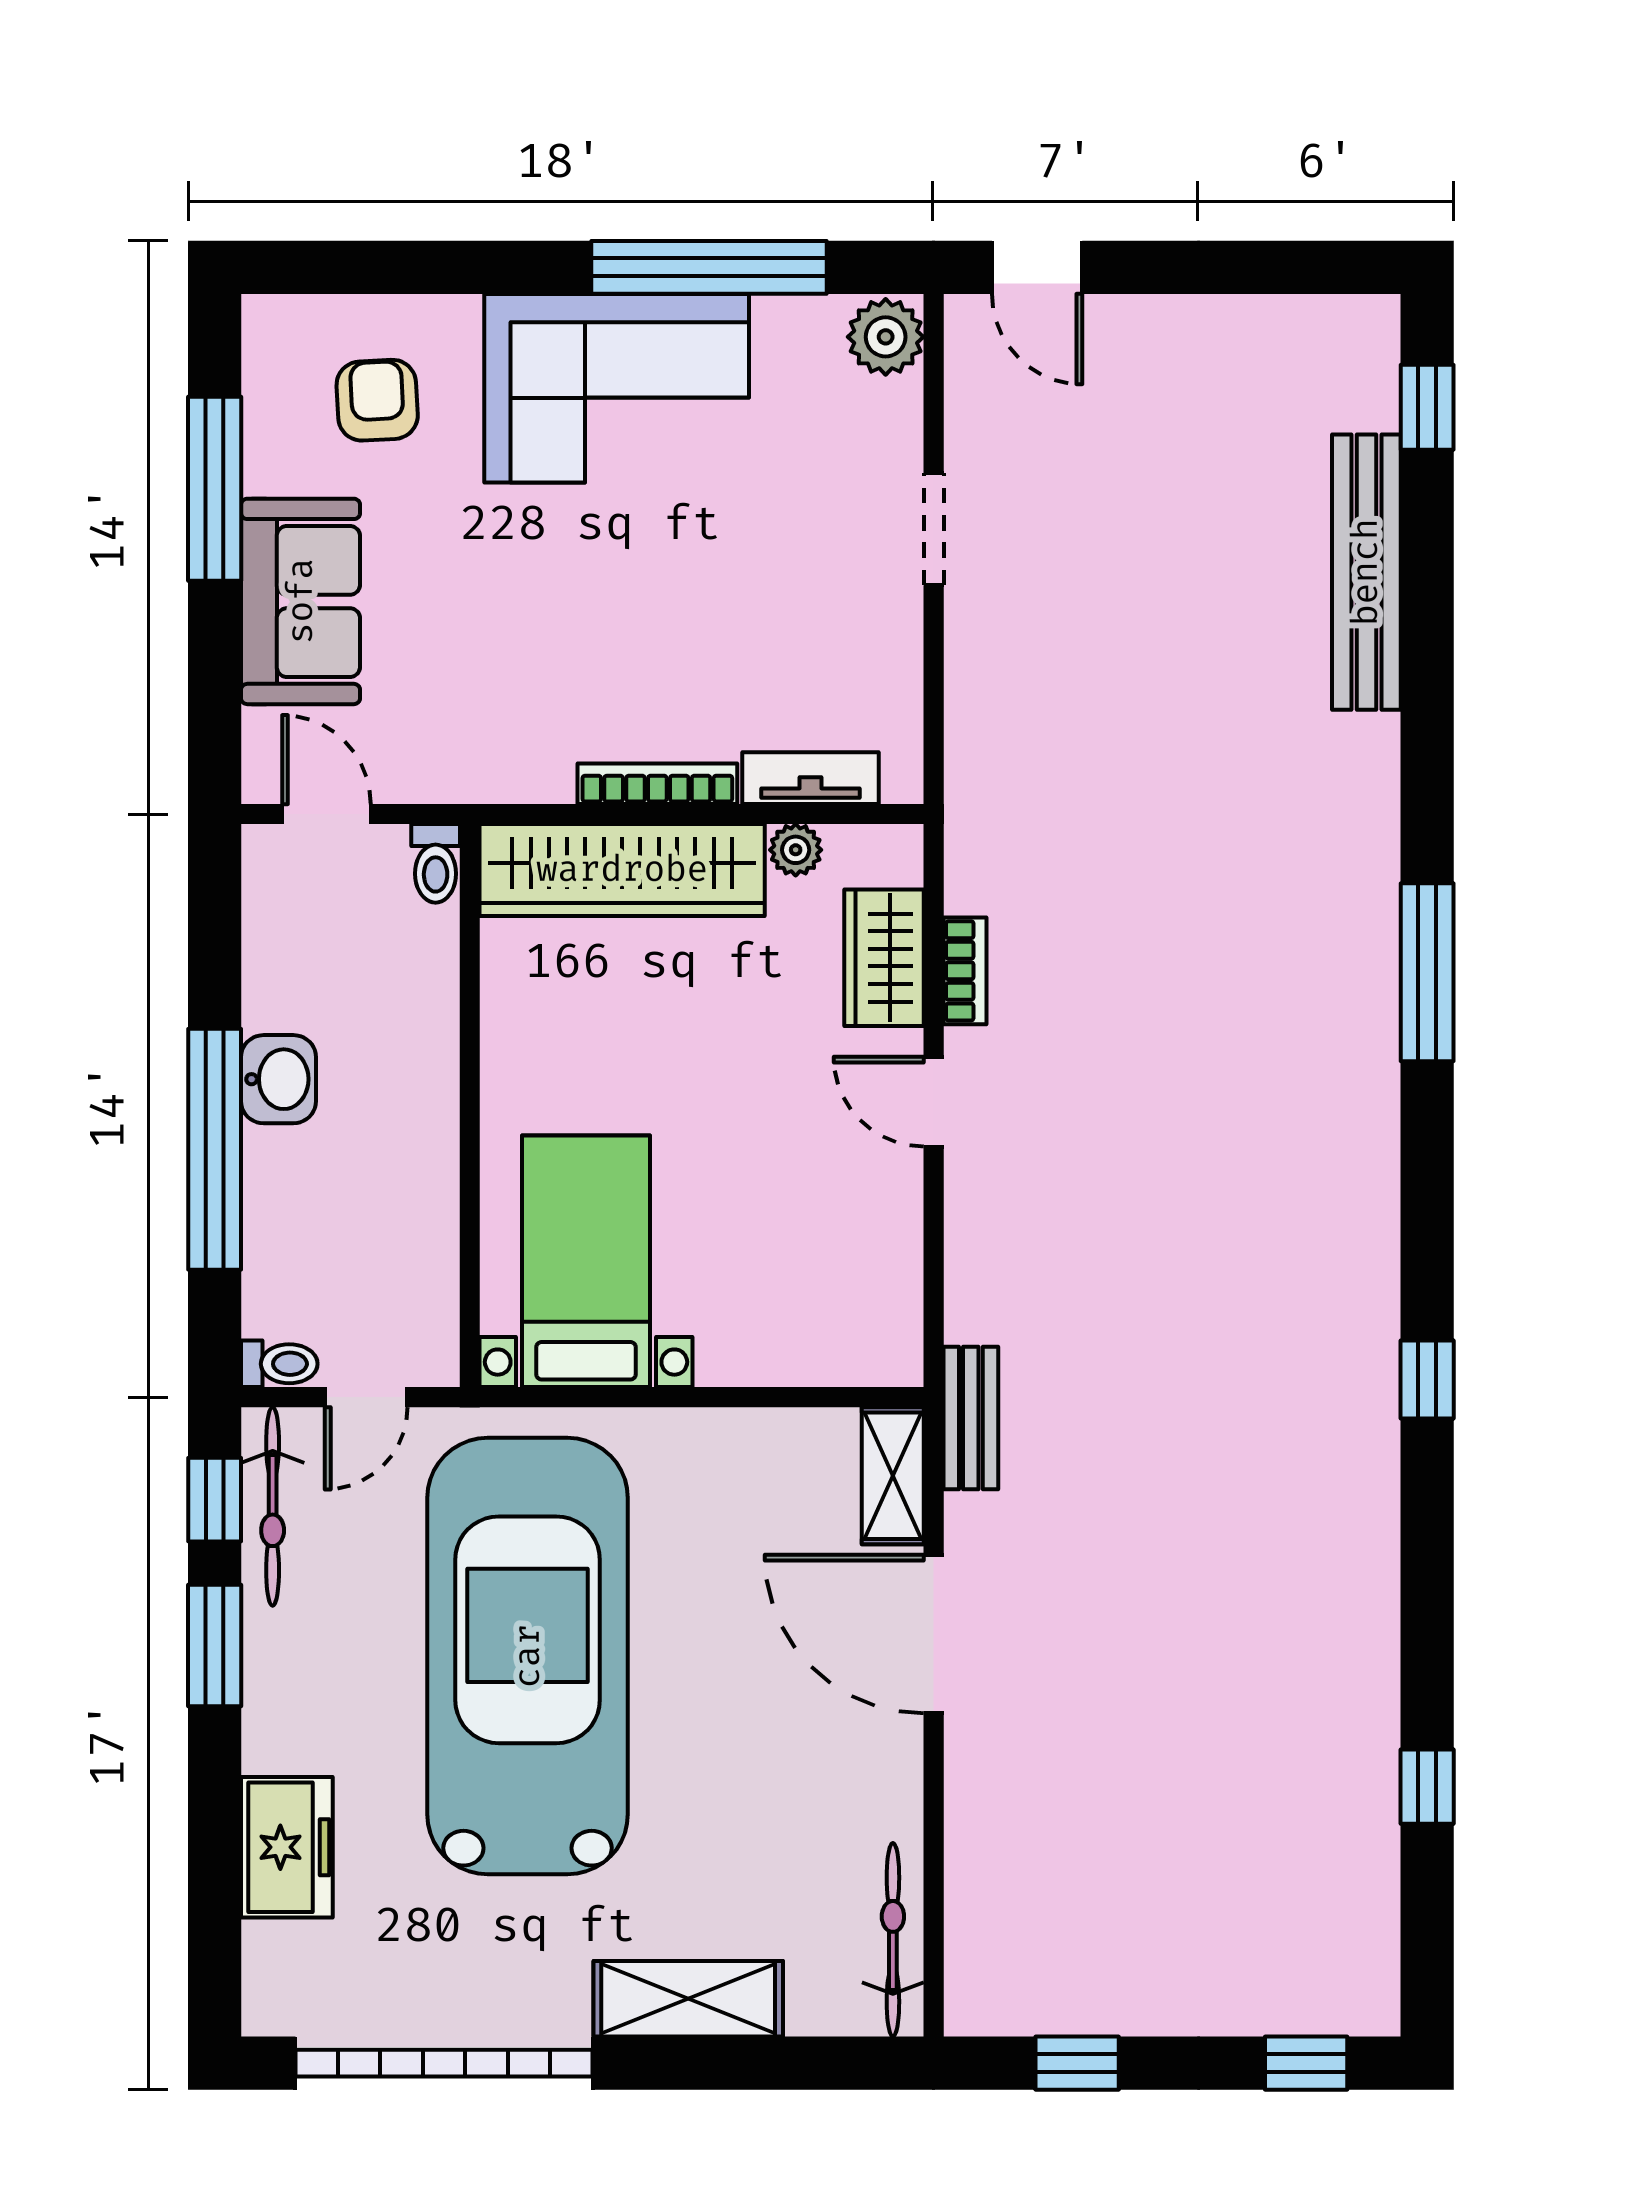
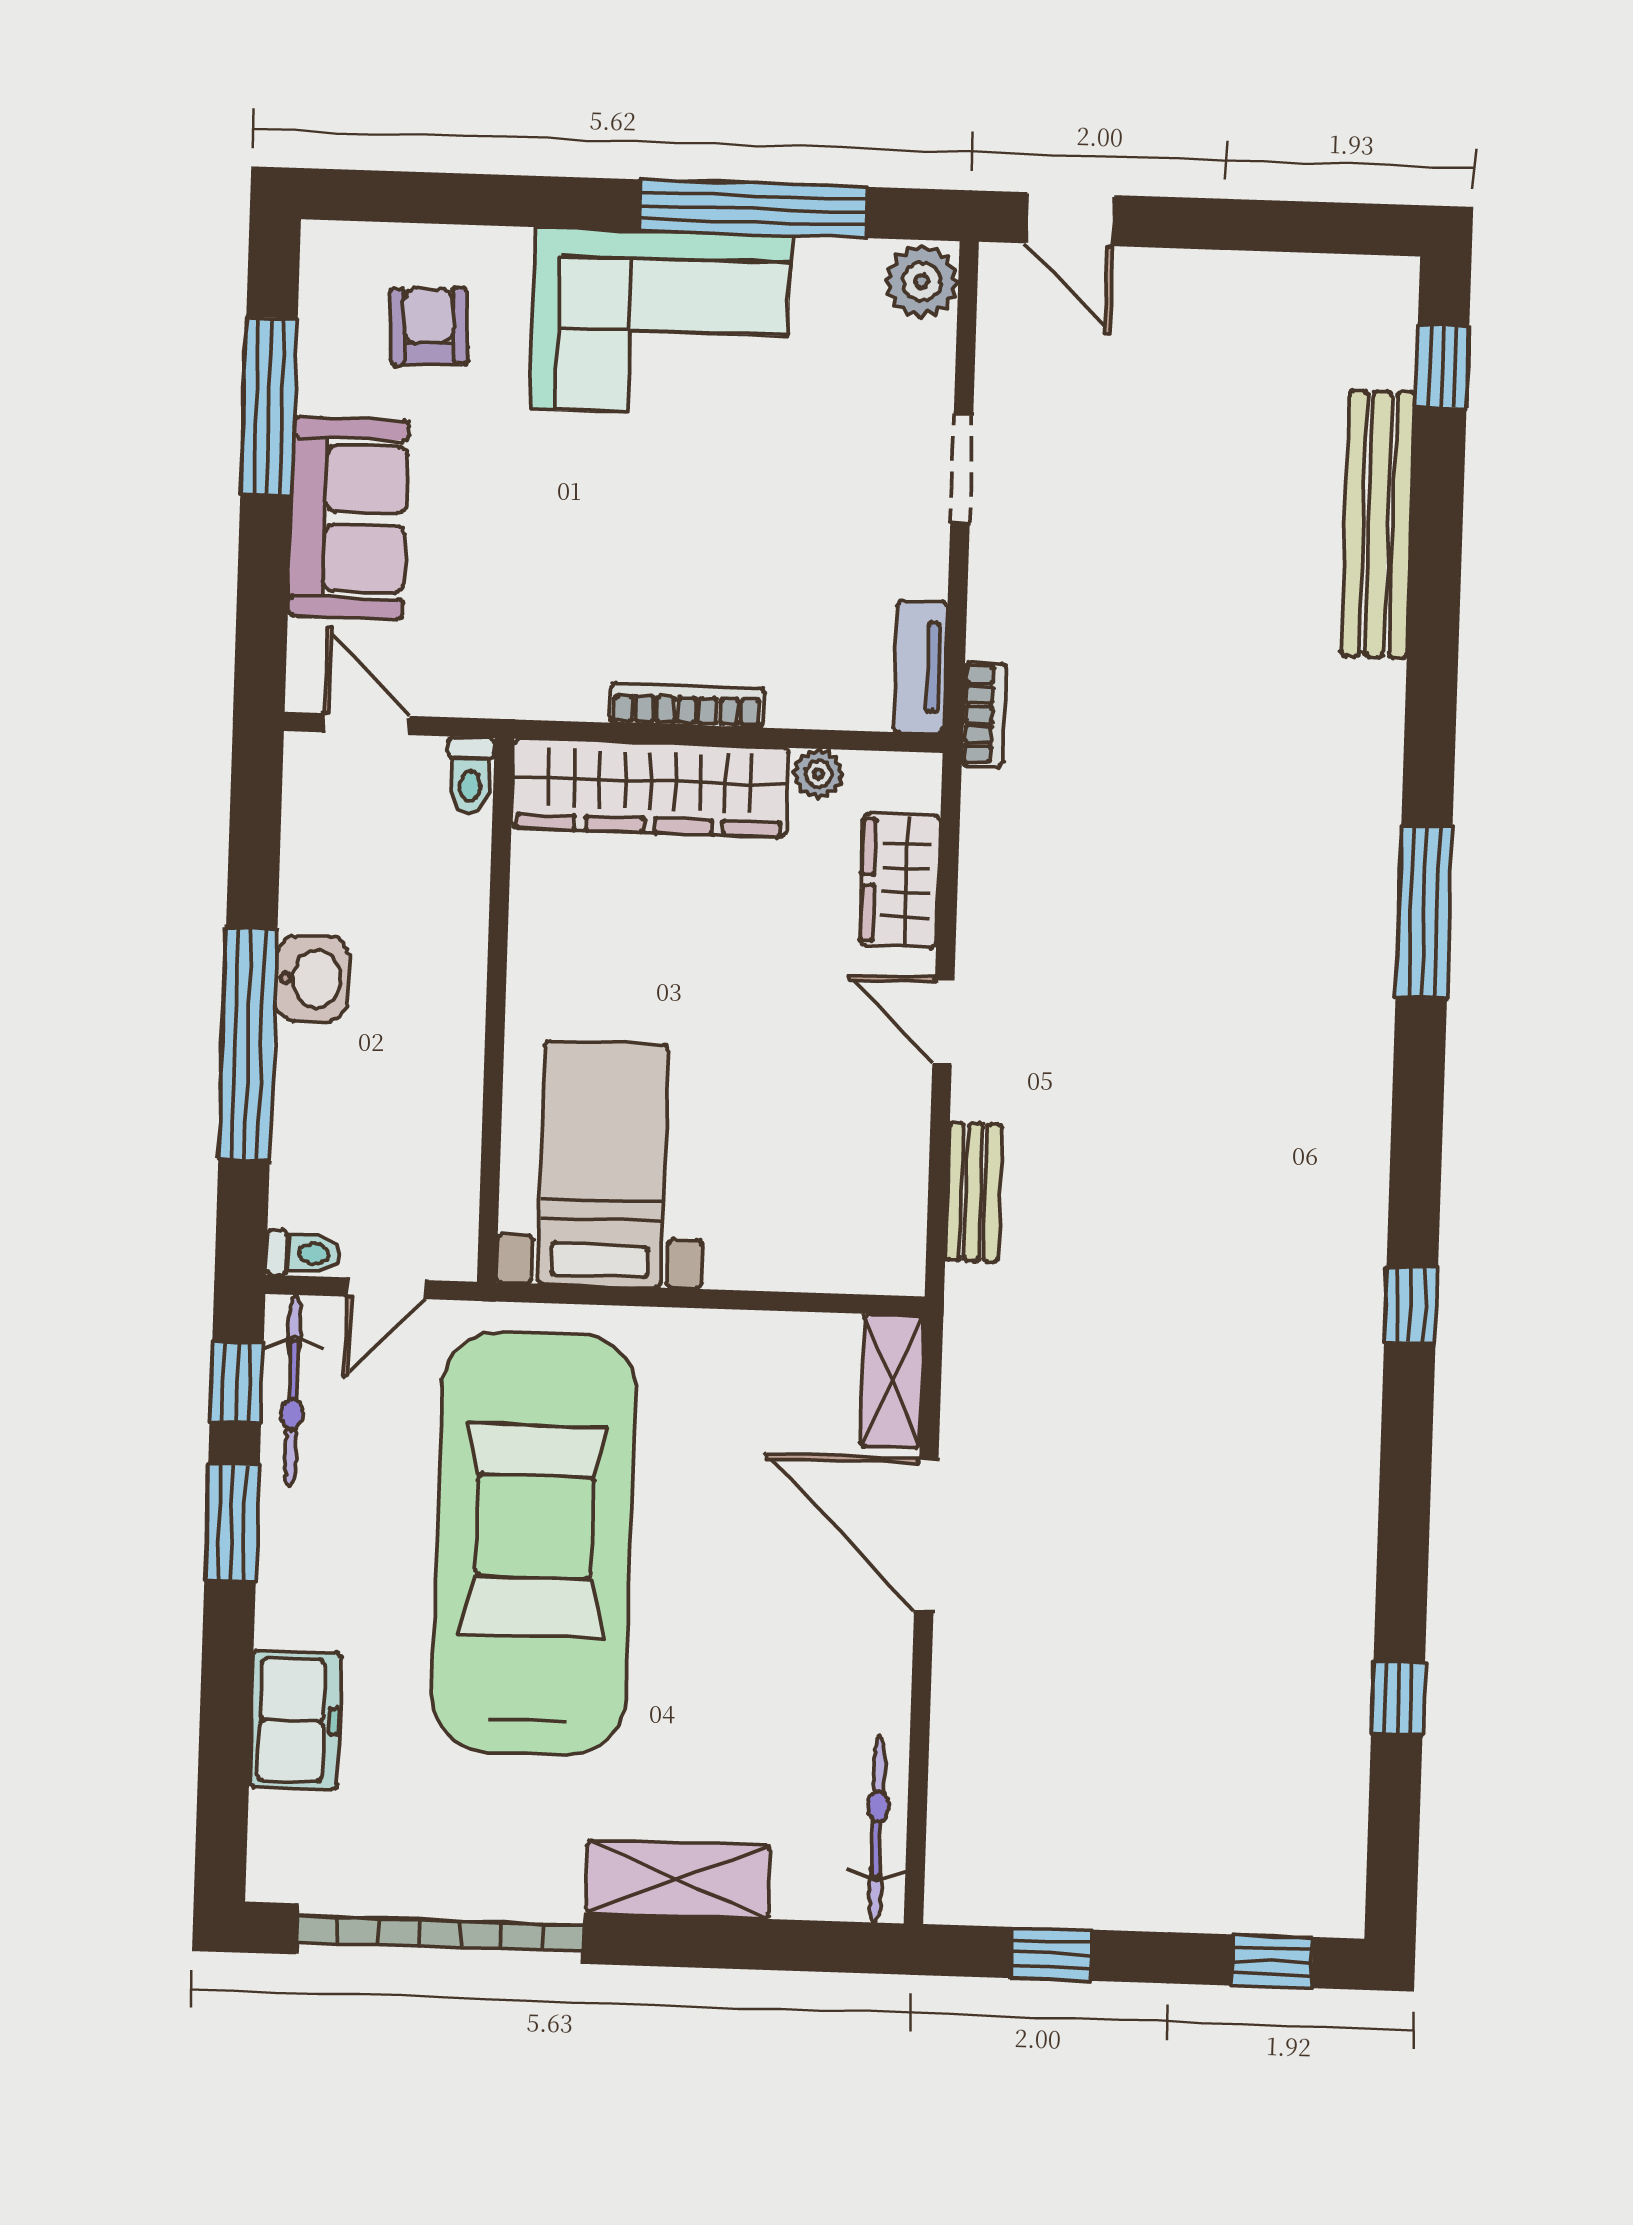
tv unit: (811, 778) -> (920, 667), moved, turned -90
bookcase: (965, 971) -> (984, 714), moved
bench: (971, 1418) -> (974, 1192), moved

